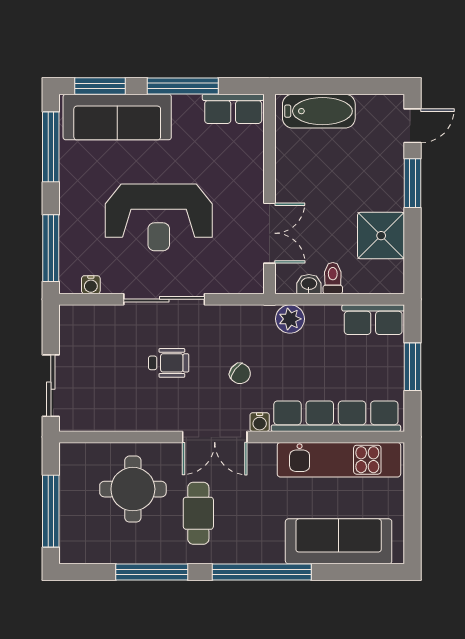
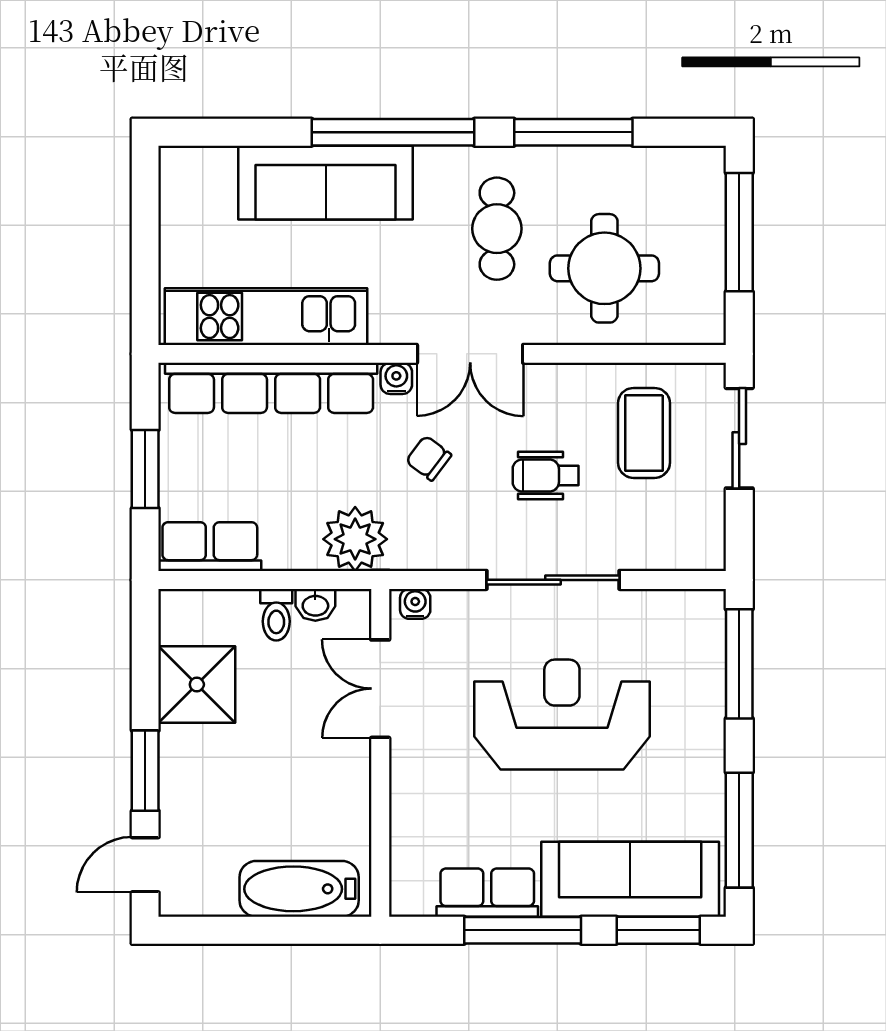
row of seats: (233, 109) -> (487, 893), moved
water cooler: (91, 285) -> (415, 604), moved
plant: (290, 319) -> (355, 539), width x1.36, depth x1.36
coffee table: (109, 389) -> (644, 433), added
double door: (215, 437) -> (470, 354), swing flipped
sofa: (339, 541) -> (326, 183), moved

